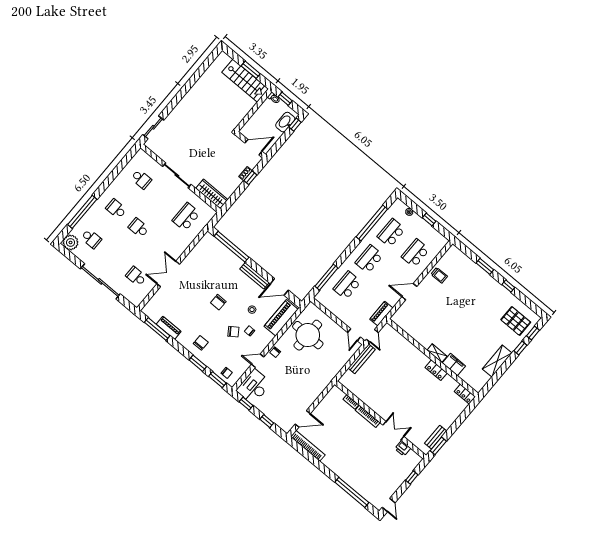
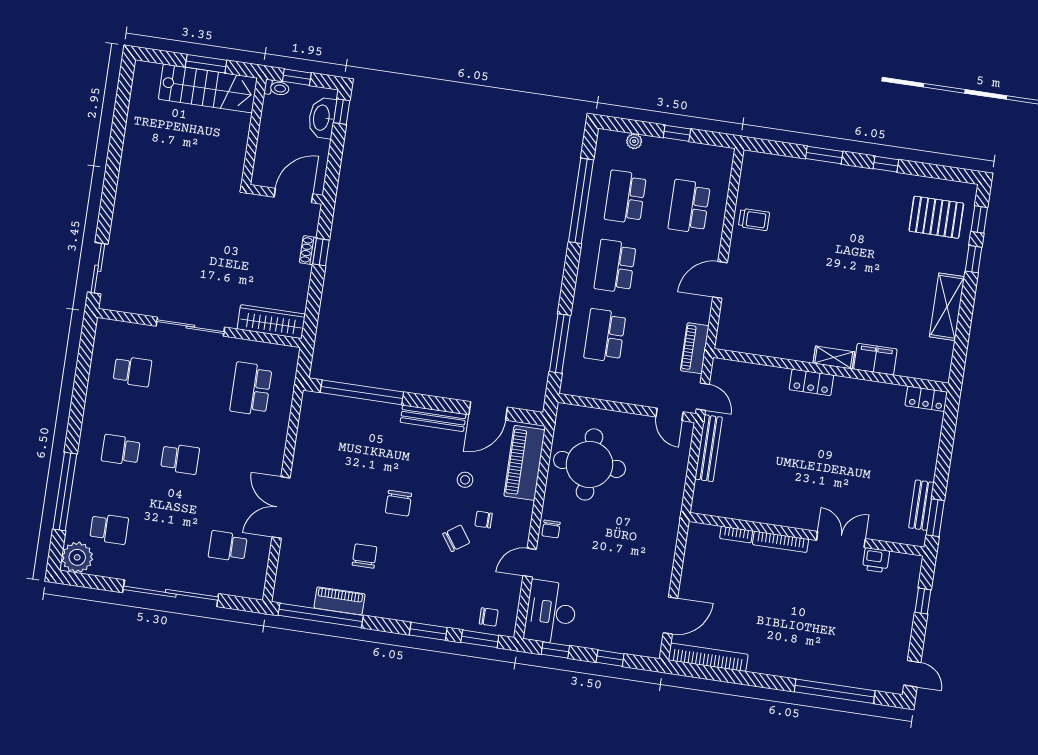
school desk: (139, 228) -> (180, 459), turned 180
window: (157, 329) -> (321, 615), width x1.46
chair: (201, 343) -> (365, 556), moved
locker: (436, 370) -> (811, 382), moved

